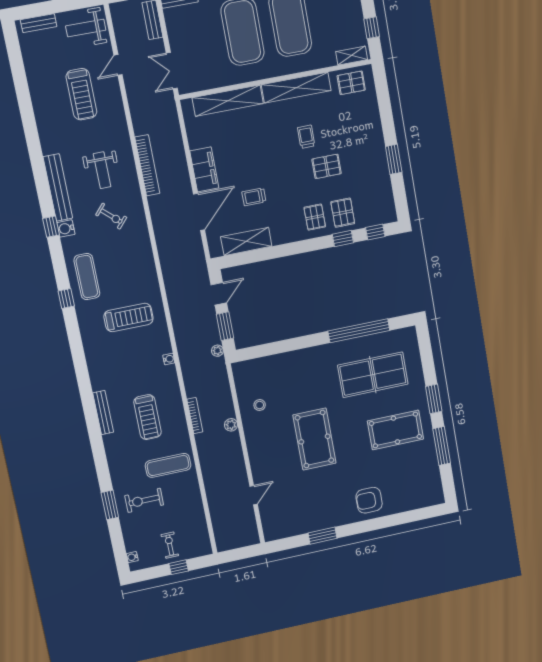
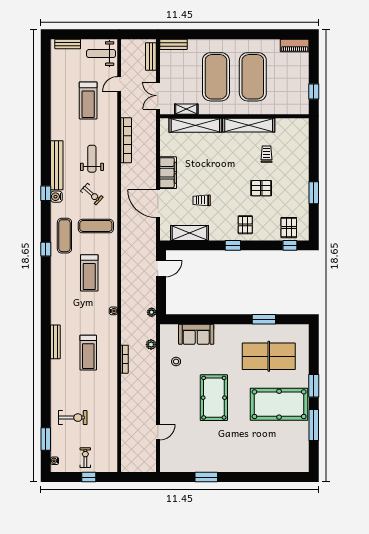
shelving: (352, 56) -> (186, 109), moved
pallet: (351, 83) -> (291, 129), removed
trolley: (306, 137) -> (266, 154), moved
bookcase: (147, 165) -> (126, 140), moved
weight bench: (102, 170) -> (92, 159), turned 180
door: (199, 212) -> (158, 204), swing flipped
pallet: (343, 213) -> (289, 228), moved
window: (343, 238) -> (233, 245), moved
treadmill: (129, 317) -> (89, 273), turned 90
window: (225, 326) -> (161, 294), removed
window: (359, 331) -> (264, 319), width x0.47
sofa: (278, 366) -> (196, 334), added
plant: (231, 425) -> (151, 344), moved
pool table: (395, 430) -> (279, 404), width x1.36, depth x1.32
exercise mat: (168, 465) -> (96, 226), moved
exercise bike: (144, 500) -> (73, 418), turned 180
armchair: (369, 500) -> (248, 456), removed
window: (110, 505) -> (46, 439), moved

